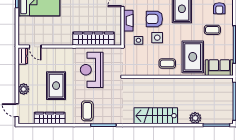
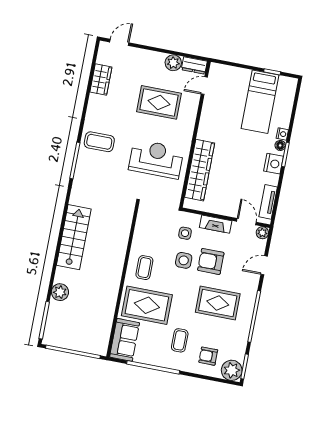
armchair: (154, 19) -> (211, 261), turned -90
rug: (56, 86) -> (159, 102), moved
plant: (24, 89) -> (173, 63), moved
wardrobe: (50, 118) -> (101, 79), width x0.67

